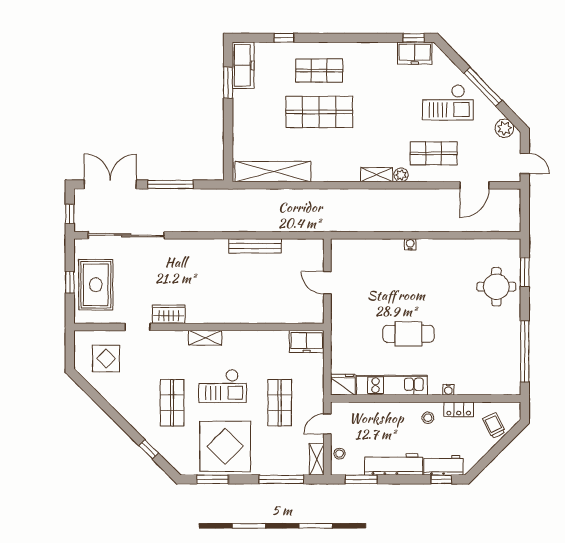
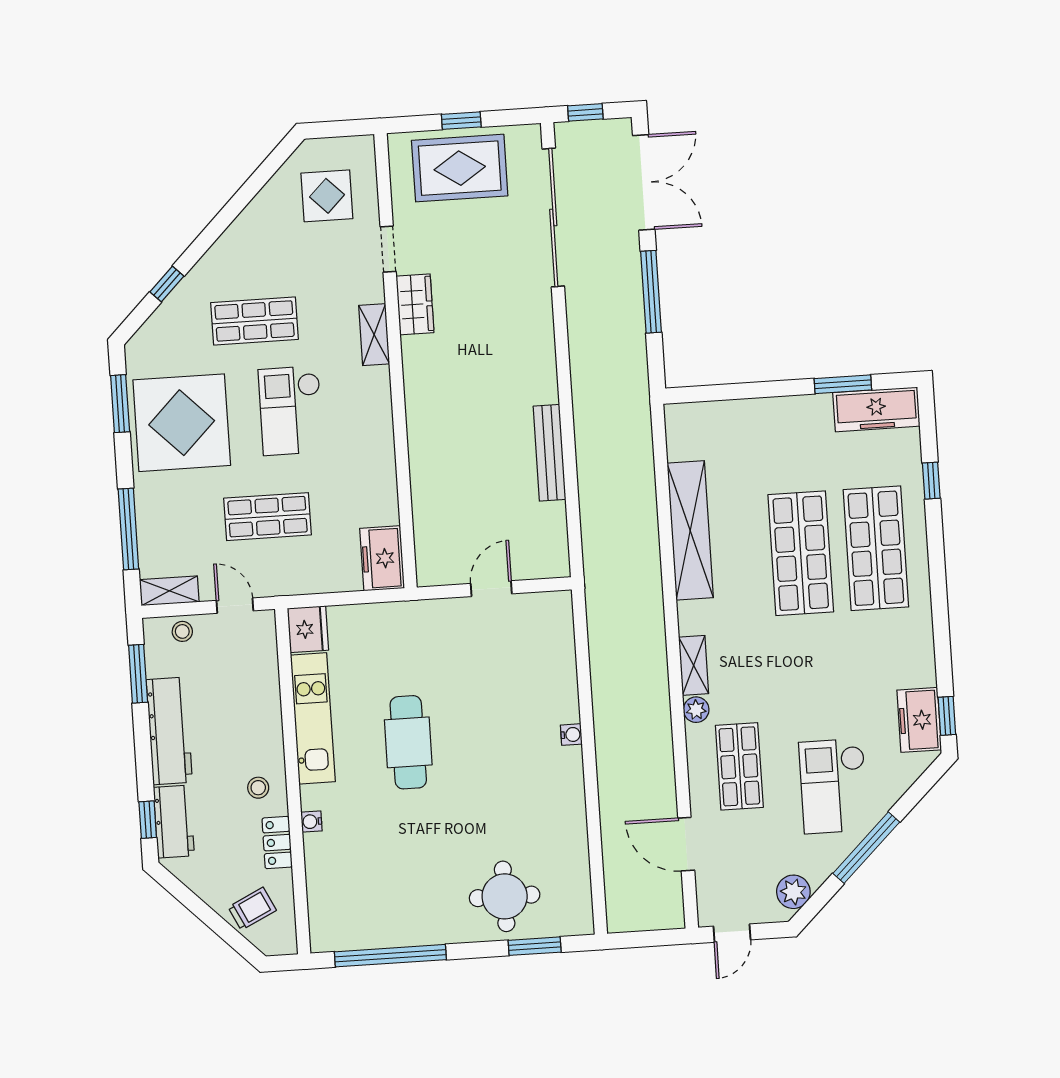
shop shelf: (319, 71) -> (876, 548), width x1.43, depth x1.36
shelving: (273, 172) -> (690, 530), moved
shelving: (205, 338) -> (374, 335), moved

